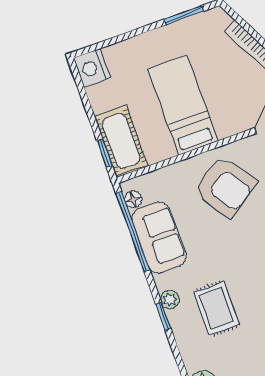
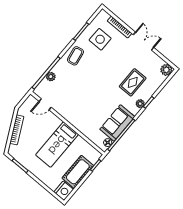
cot: (121, 141) -> (78, 172), moved
armchair: (225, 186) -> (81, 108), removed

